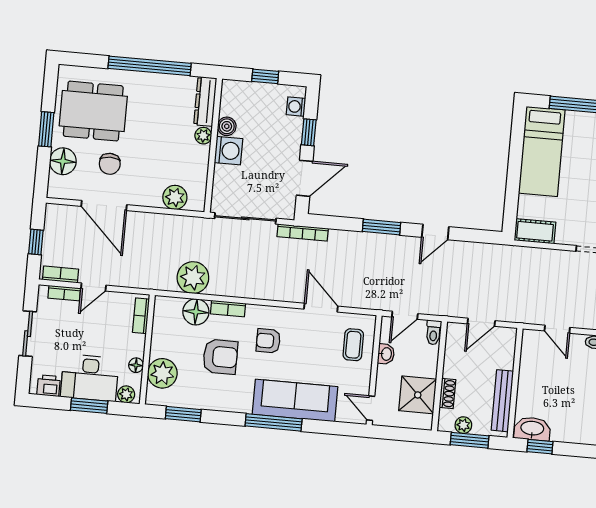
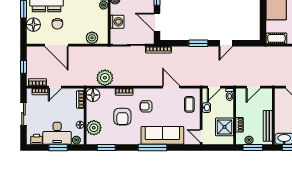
washing machine: (228, 151) -> (117, 22), moved
door: (305, 178) -> (157, 22), swing flipped
floor lamp: (196, 312) -> (93, 95), moved
armchair: (220, 357) -> (122, 117), turned 90

